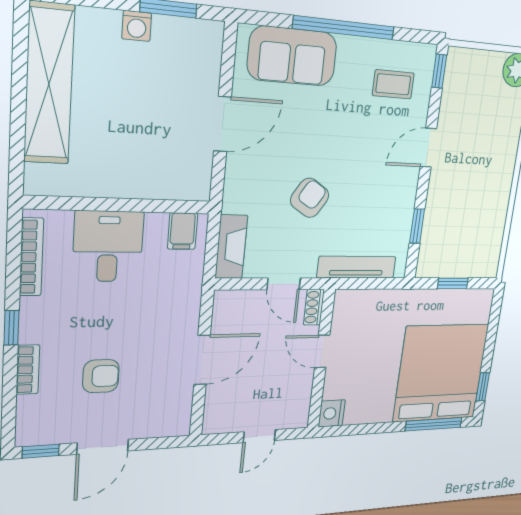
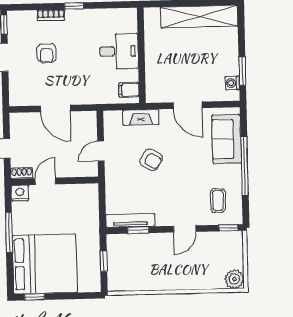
washing machine: (137, 26) -> (232, 83), moved
door: (428, 148) -> (185, 229), swing flipped
fireplace: (231, 247) -> (141, 117), moved
bookcase: (31, 257) -> (112, 13), removed
tv unit: (357, 267) -> (130, 220), moved, turned -90
shoe rack: (314, 307) -> (22, 173), moved
door: (322, 351) -> (45, 181), moved
window: (434, 424) -> (9, 232), moved

